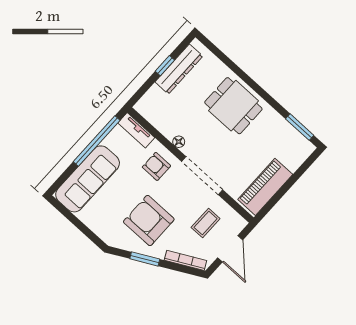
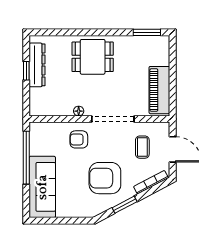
tv unit: (136, 130) -> (45, 128), removed

